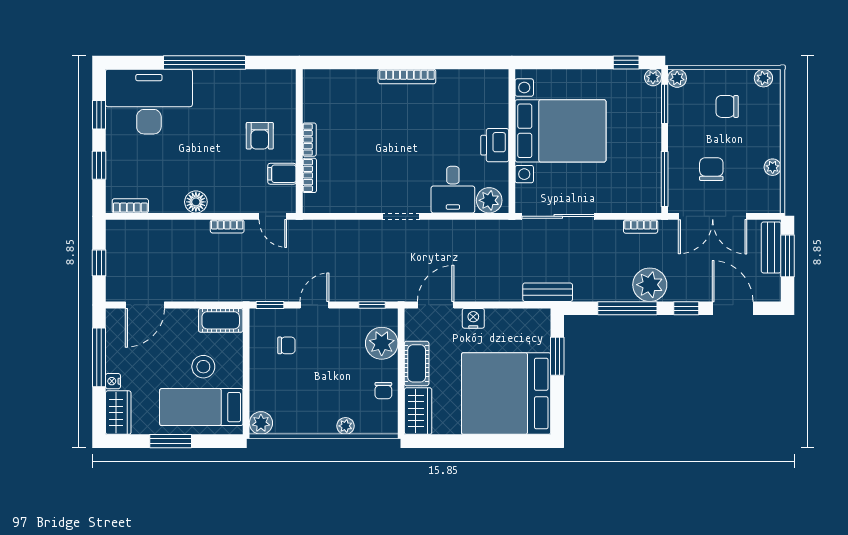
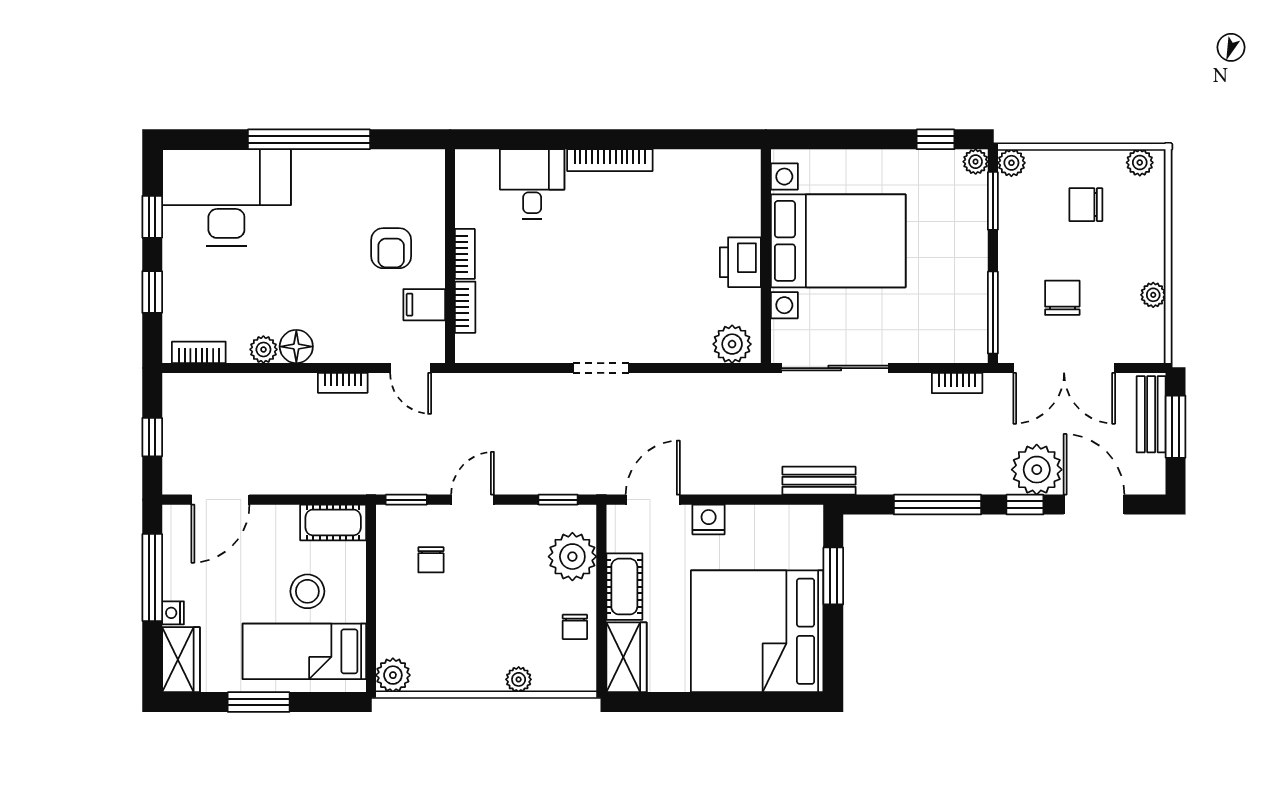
desk: (453, 190) -> (532, 184), moved, turned 180
plant: (174, 204) -> (263, 349), added
plant: (650, 285) -> (1037, 470), moved
chair: (286, 345) -> (431, 560), turned 90

